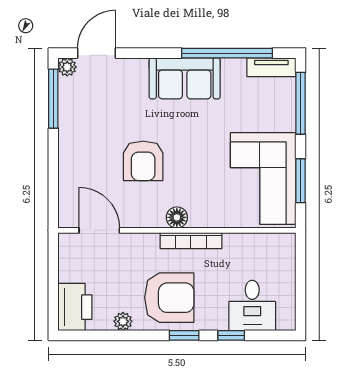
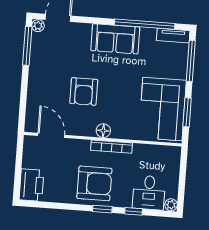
plant: (123, 321) -> (171, 205), moved

